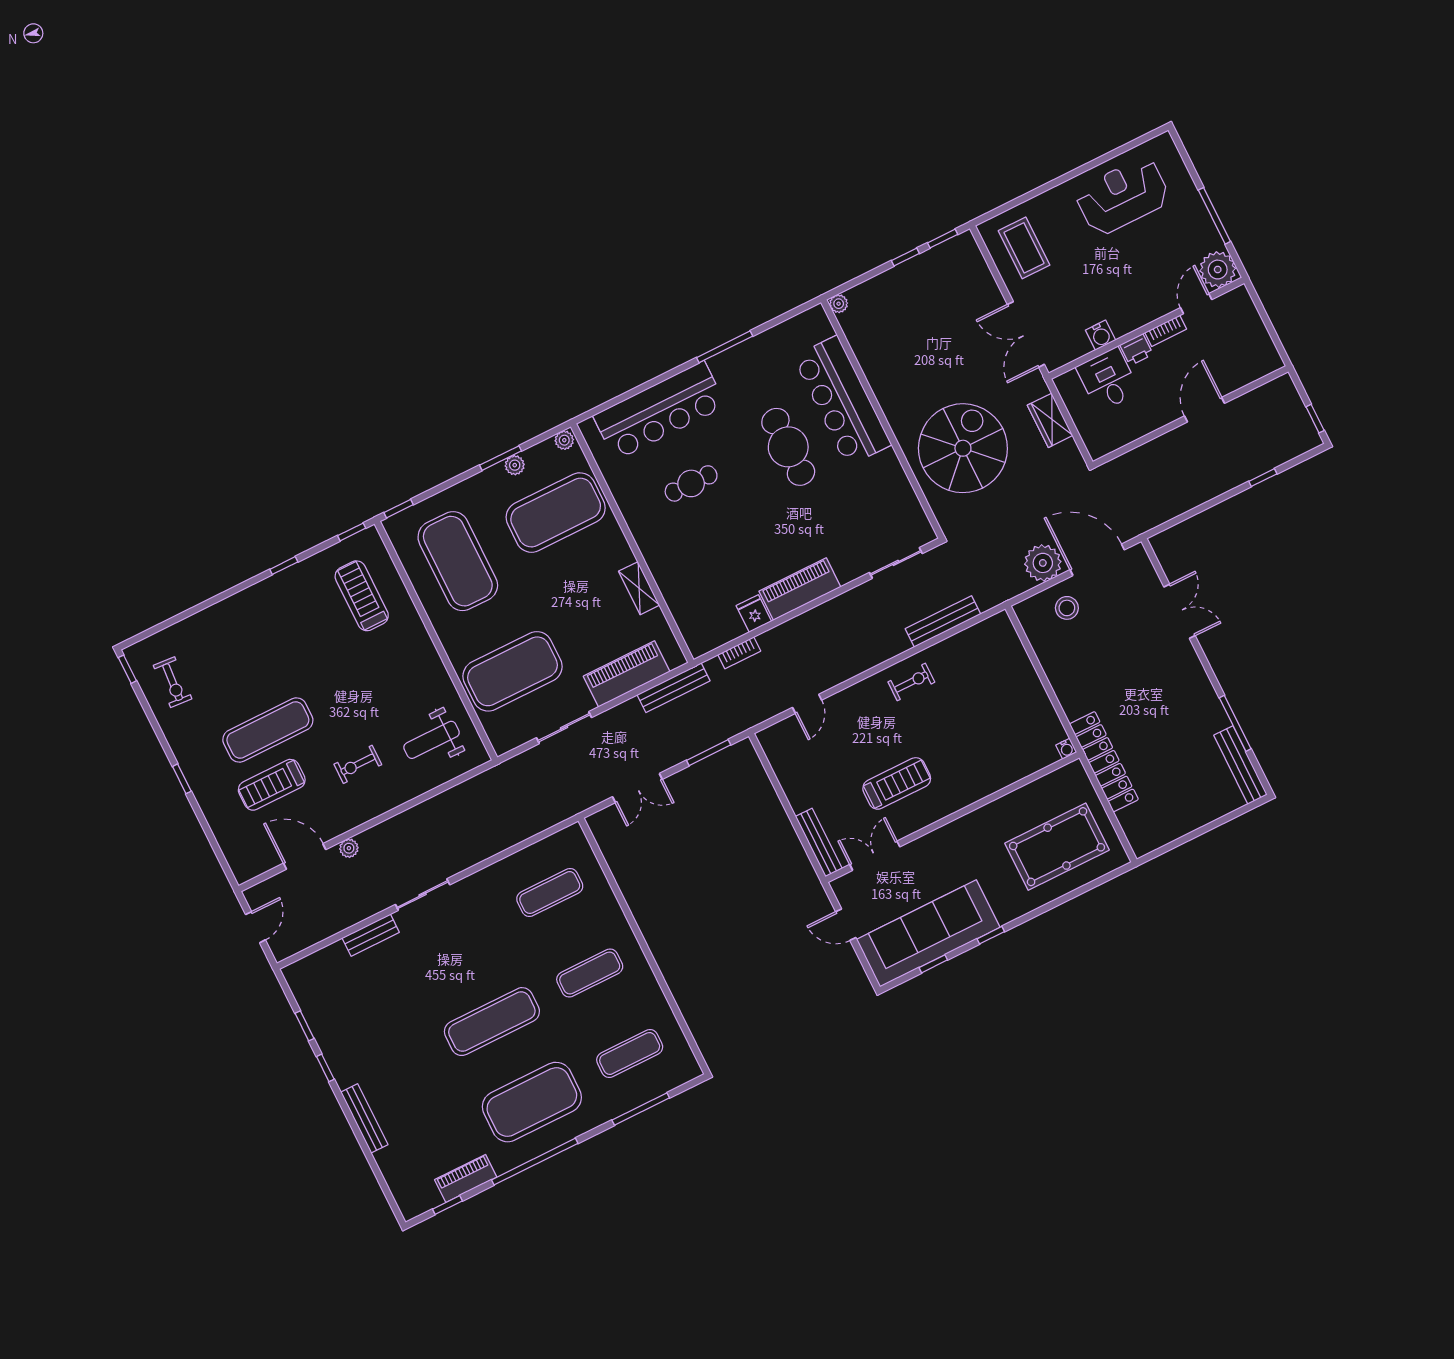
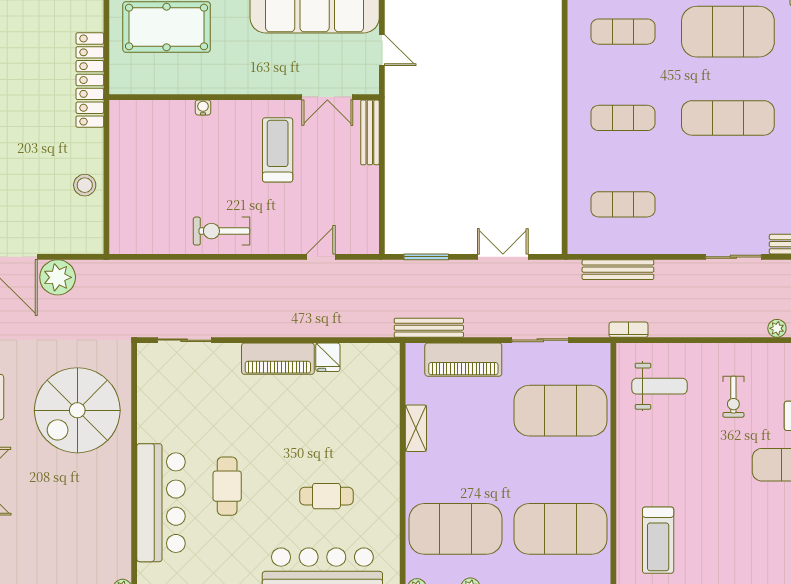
cafe table: (788, 447) -> (227, 486), width x0.73, depth x0.74
exercise mat: (458, 561) -> (560, 529), turned 90
stool: (1067, 608) -> (85, 185), moved
bench: (943, 621) -> (618, 270), moved
bookcase: (739, 653) -> (628, 330), moved
exercise bike: (911, 682) -> (222, 231), width x1.38, depth x1.39
water cooler: (1066, 749) -> (203, 107), moved
exercise bike: (358, 764) -> (733, 397), turned 90
treadmill: (897, 783) -> (278, 150), turned 90

